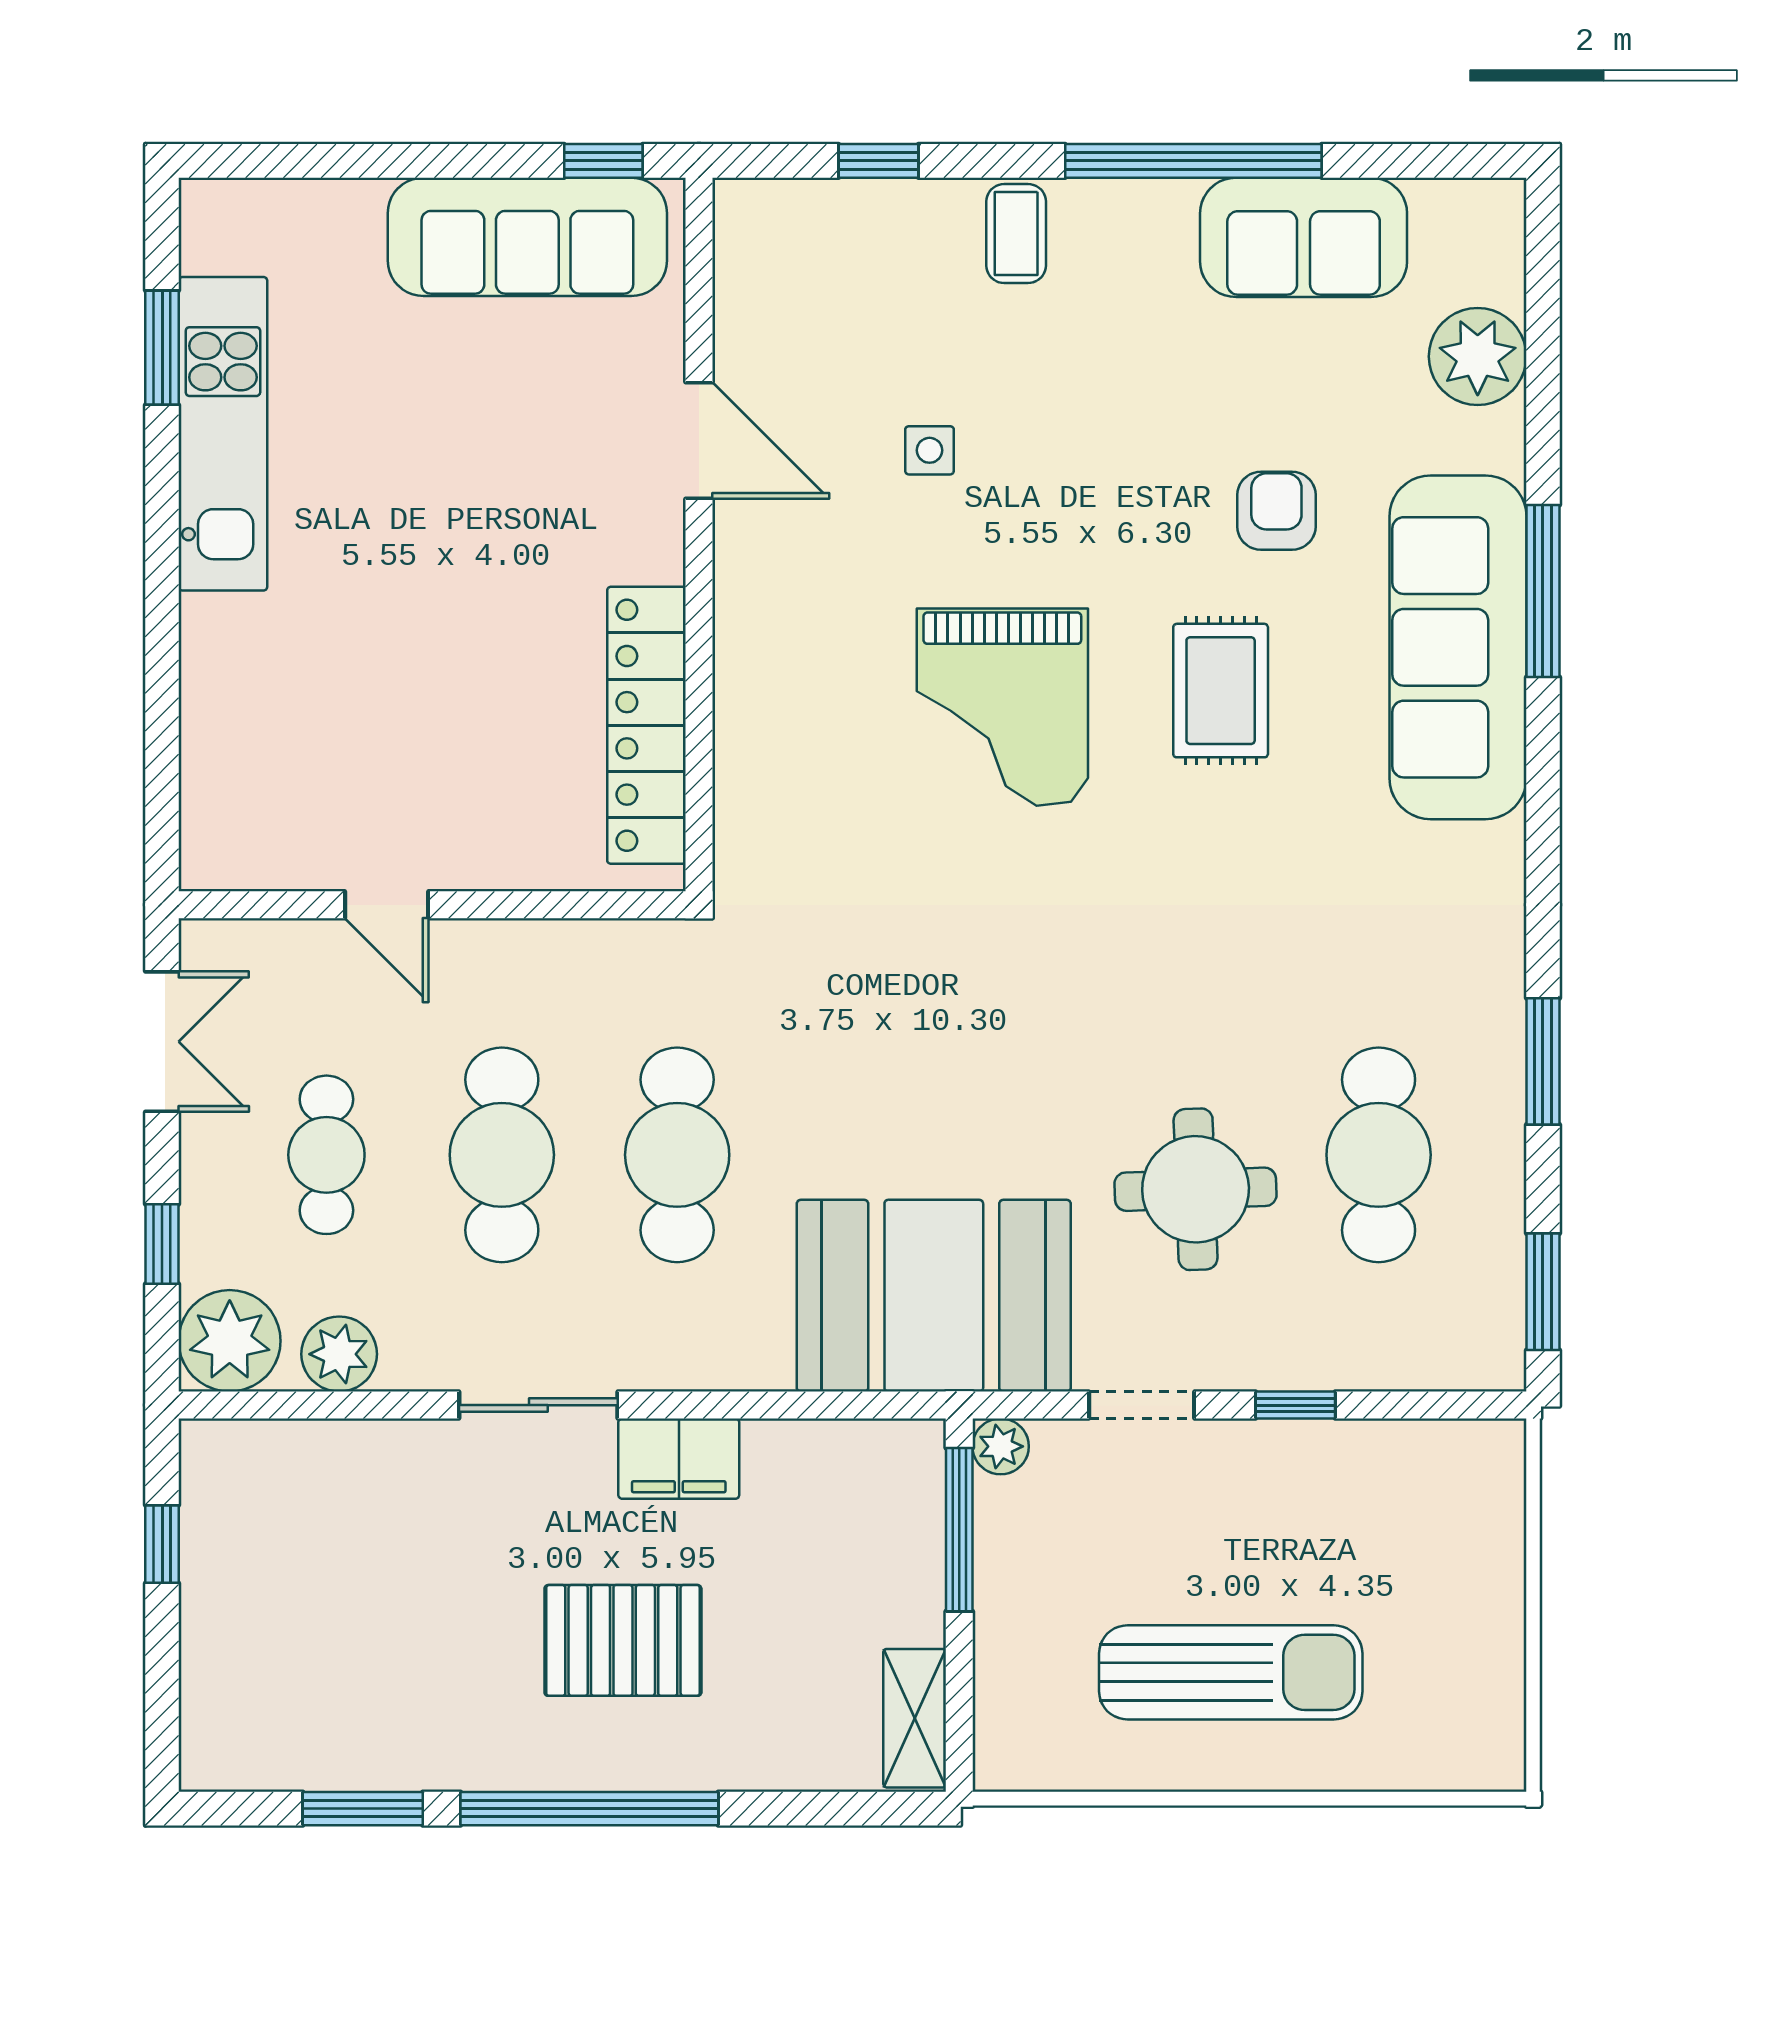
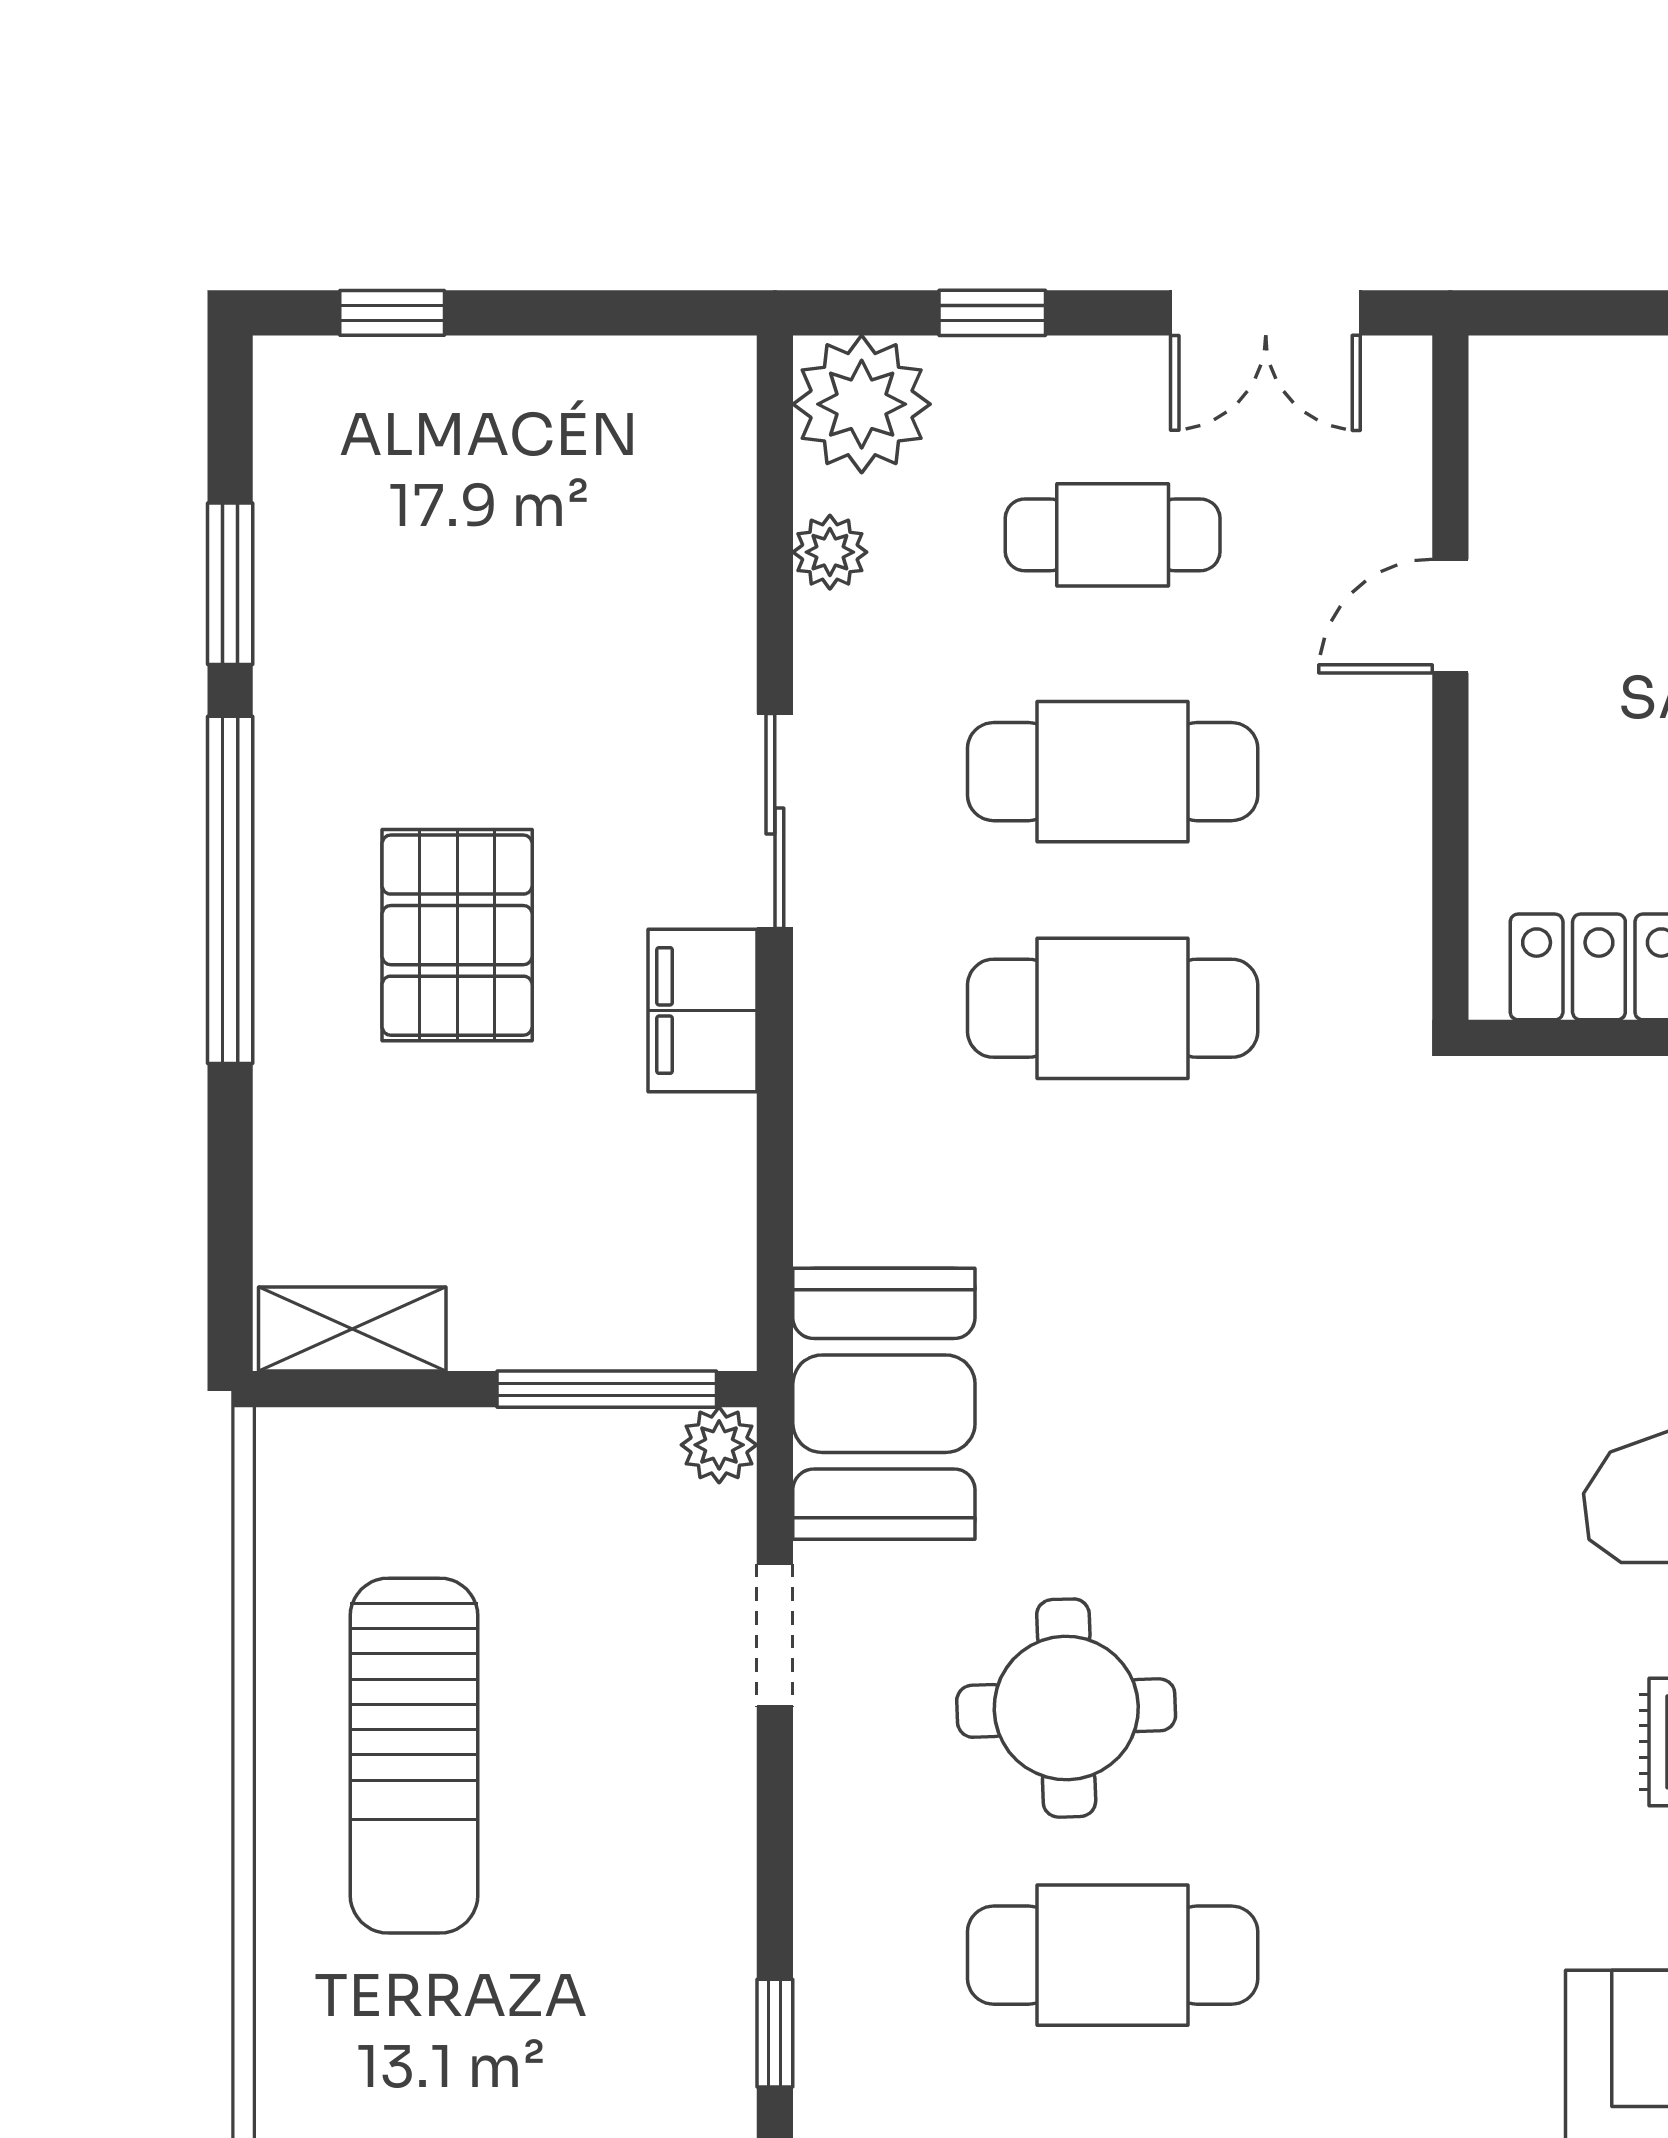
booth: (934, 1296) -> (884, 1404), width x0.73, depth x0.70
plant: (339, 1354) -> (830, 552), width x0.73, depth x0.73
window: (1295, 1405) -> (775, 2033), moved
window: (162, 1544) -> (392, 313), moved

